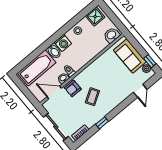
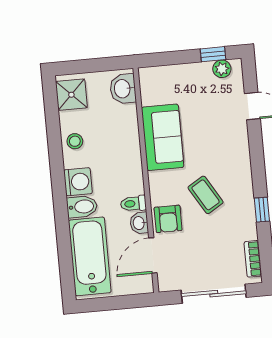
sofa: (130, 56) -> (163, 137), moved, turned -90

